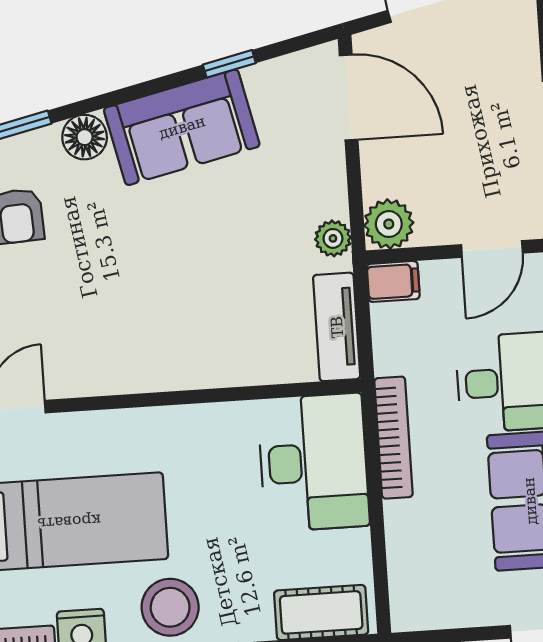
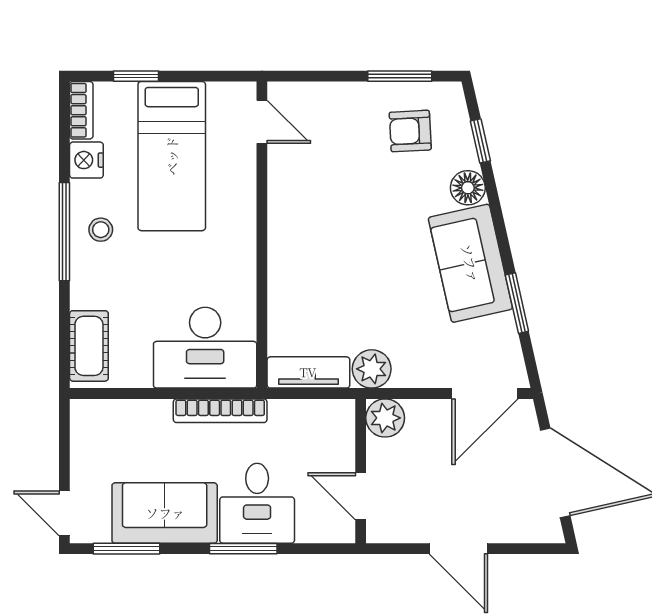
window: (229, 64) -> (517, 303), width x1.50
plant: (333, 238) -> (372, 369), width x1.38, depth x1.38
filing cabinet: (393, 281) -> (341, 418), removed
stool: (170, 607) -> (101, 230), width x0.53, depth x0.53

